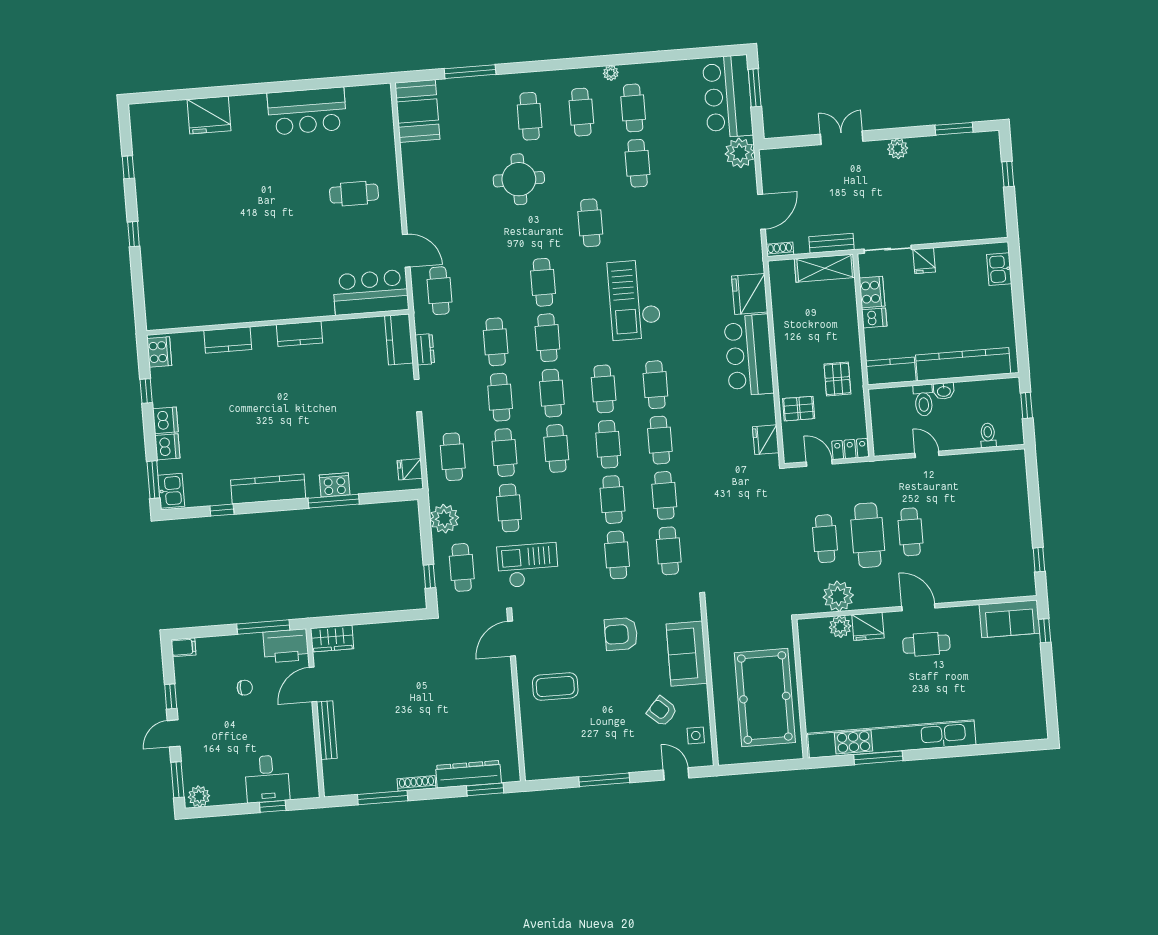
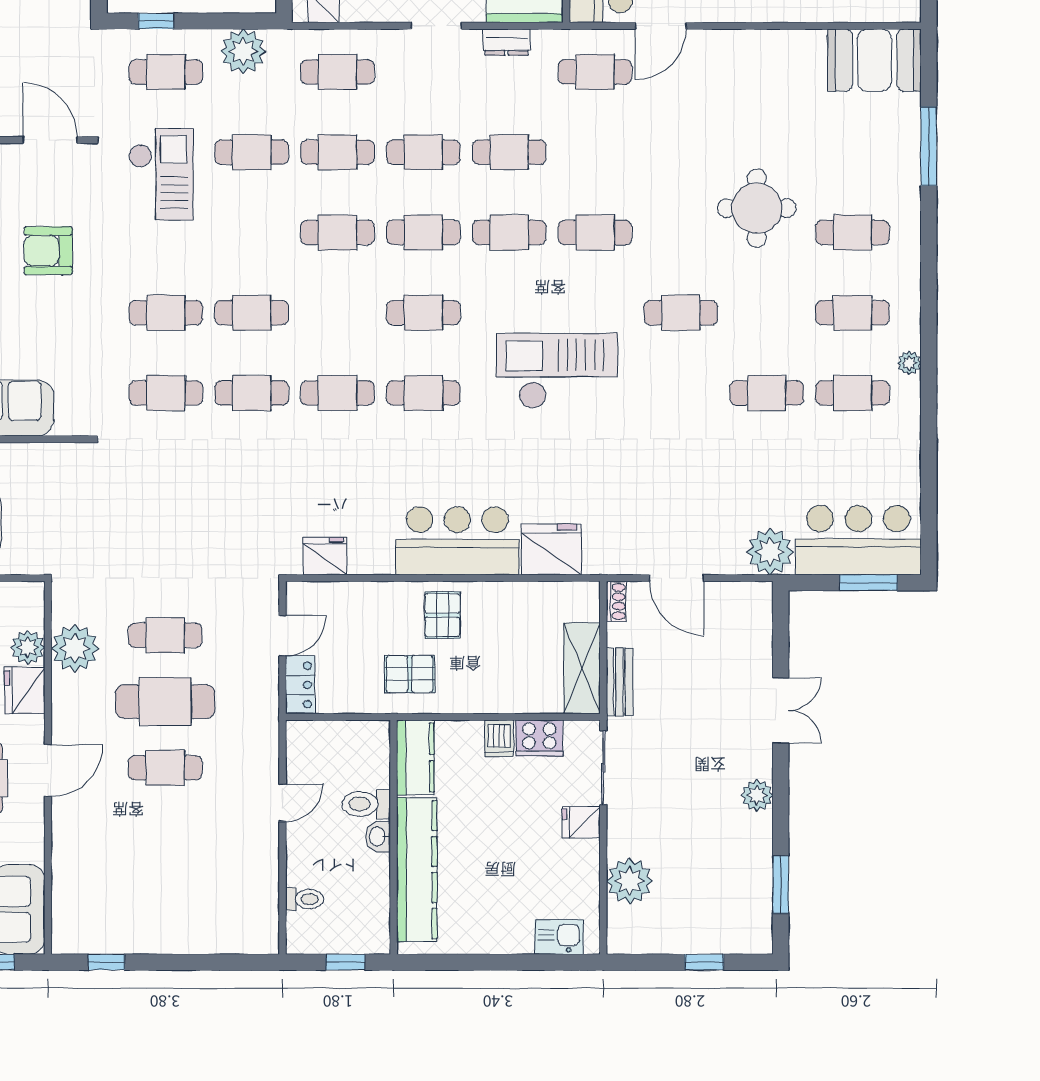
plant: (959, 226) -> (630, 881), added
pallet: (799, 409) -> (442, 615), moved
cafe table: (608, 444) -> (338, 313), removed
armchair: (621, 634) -> (48, 251), moved, turned -90

